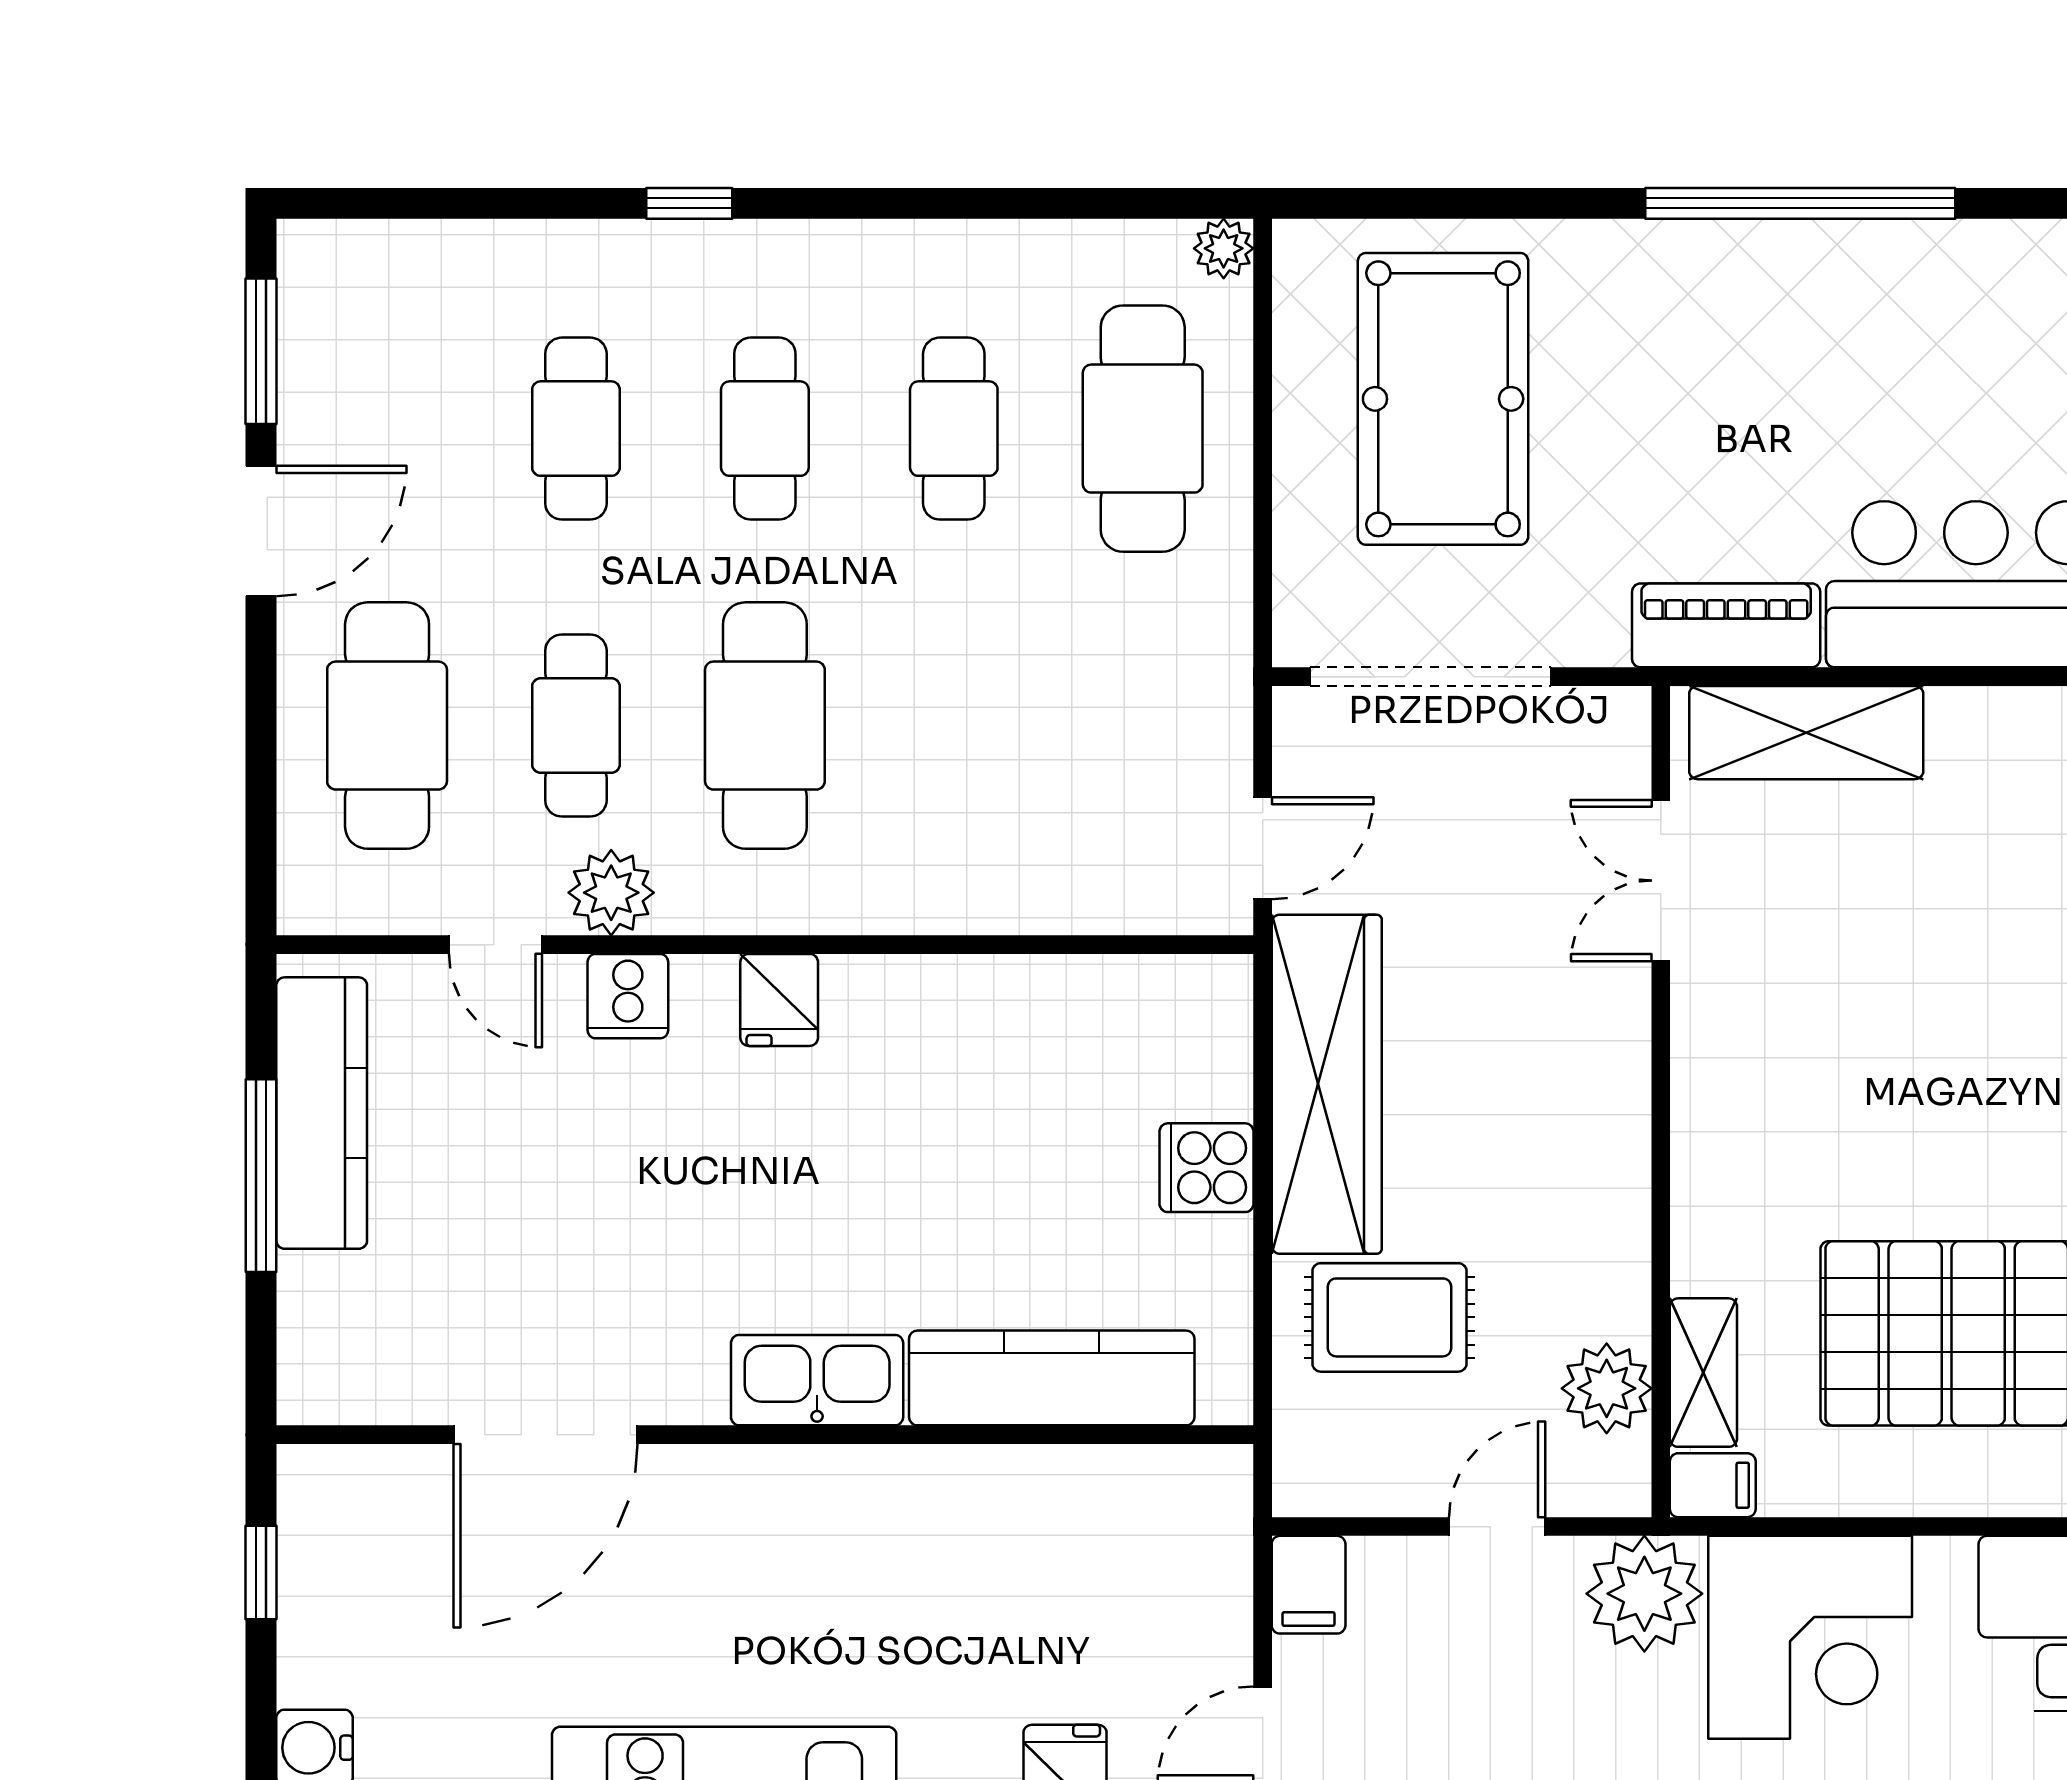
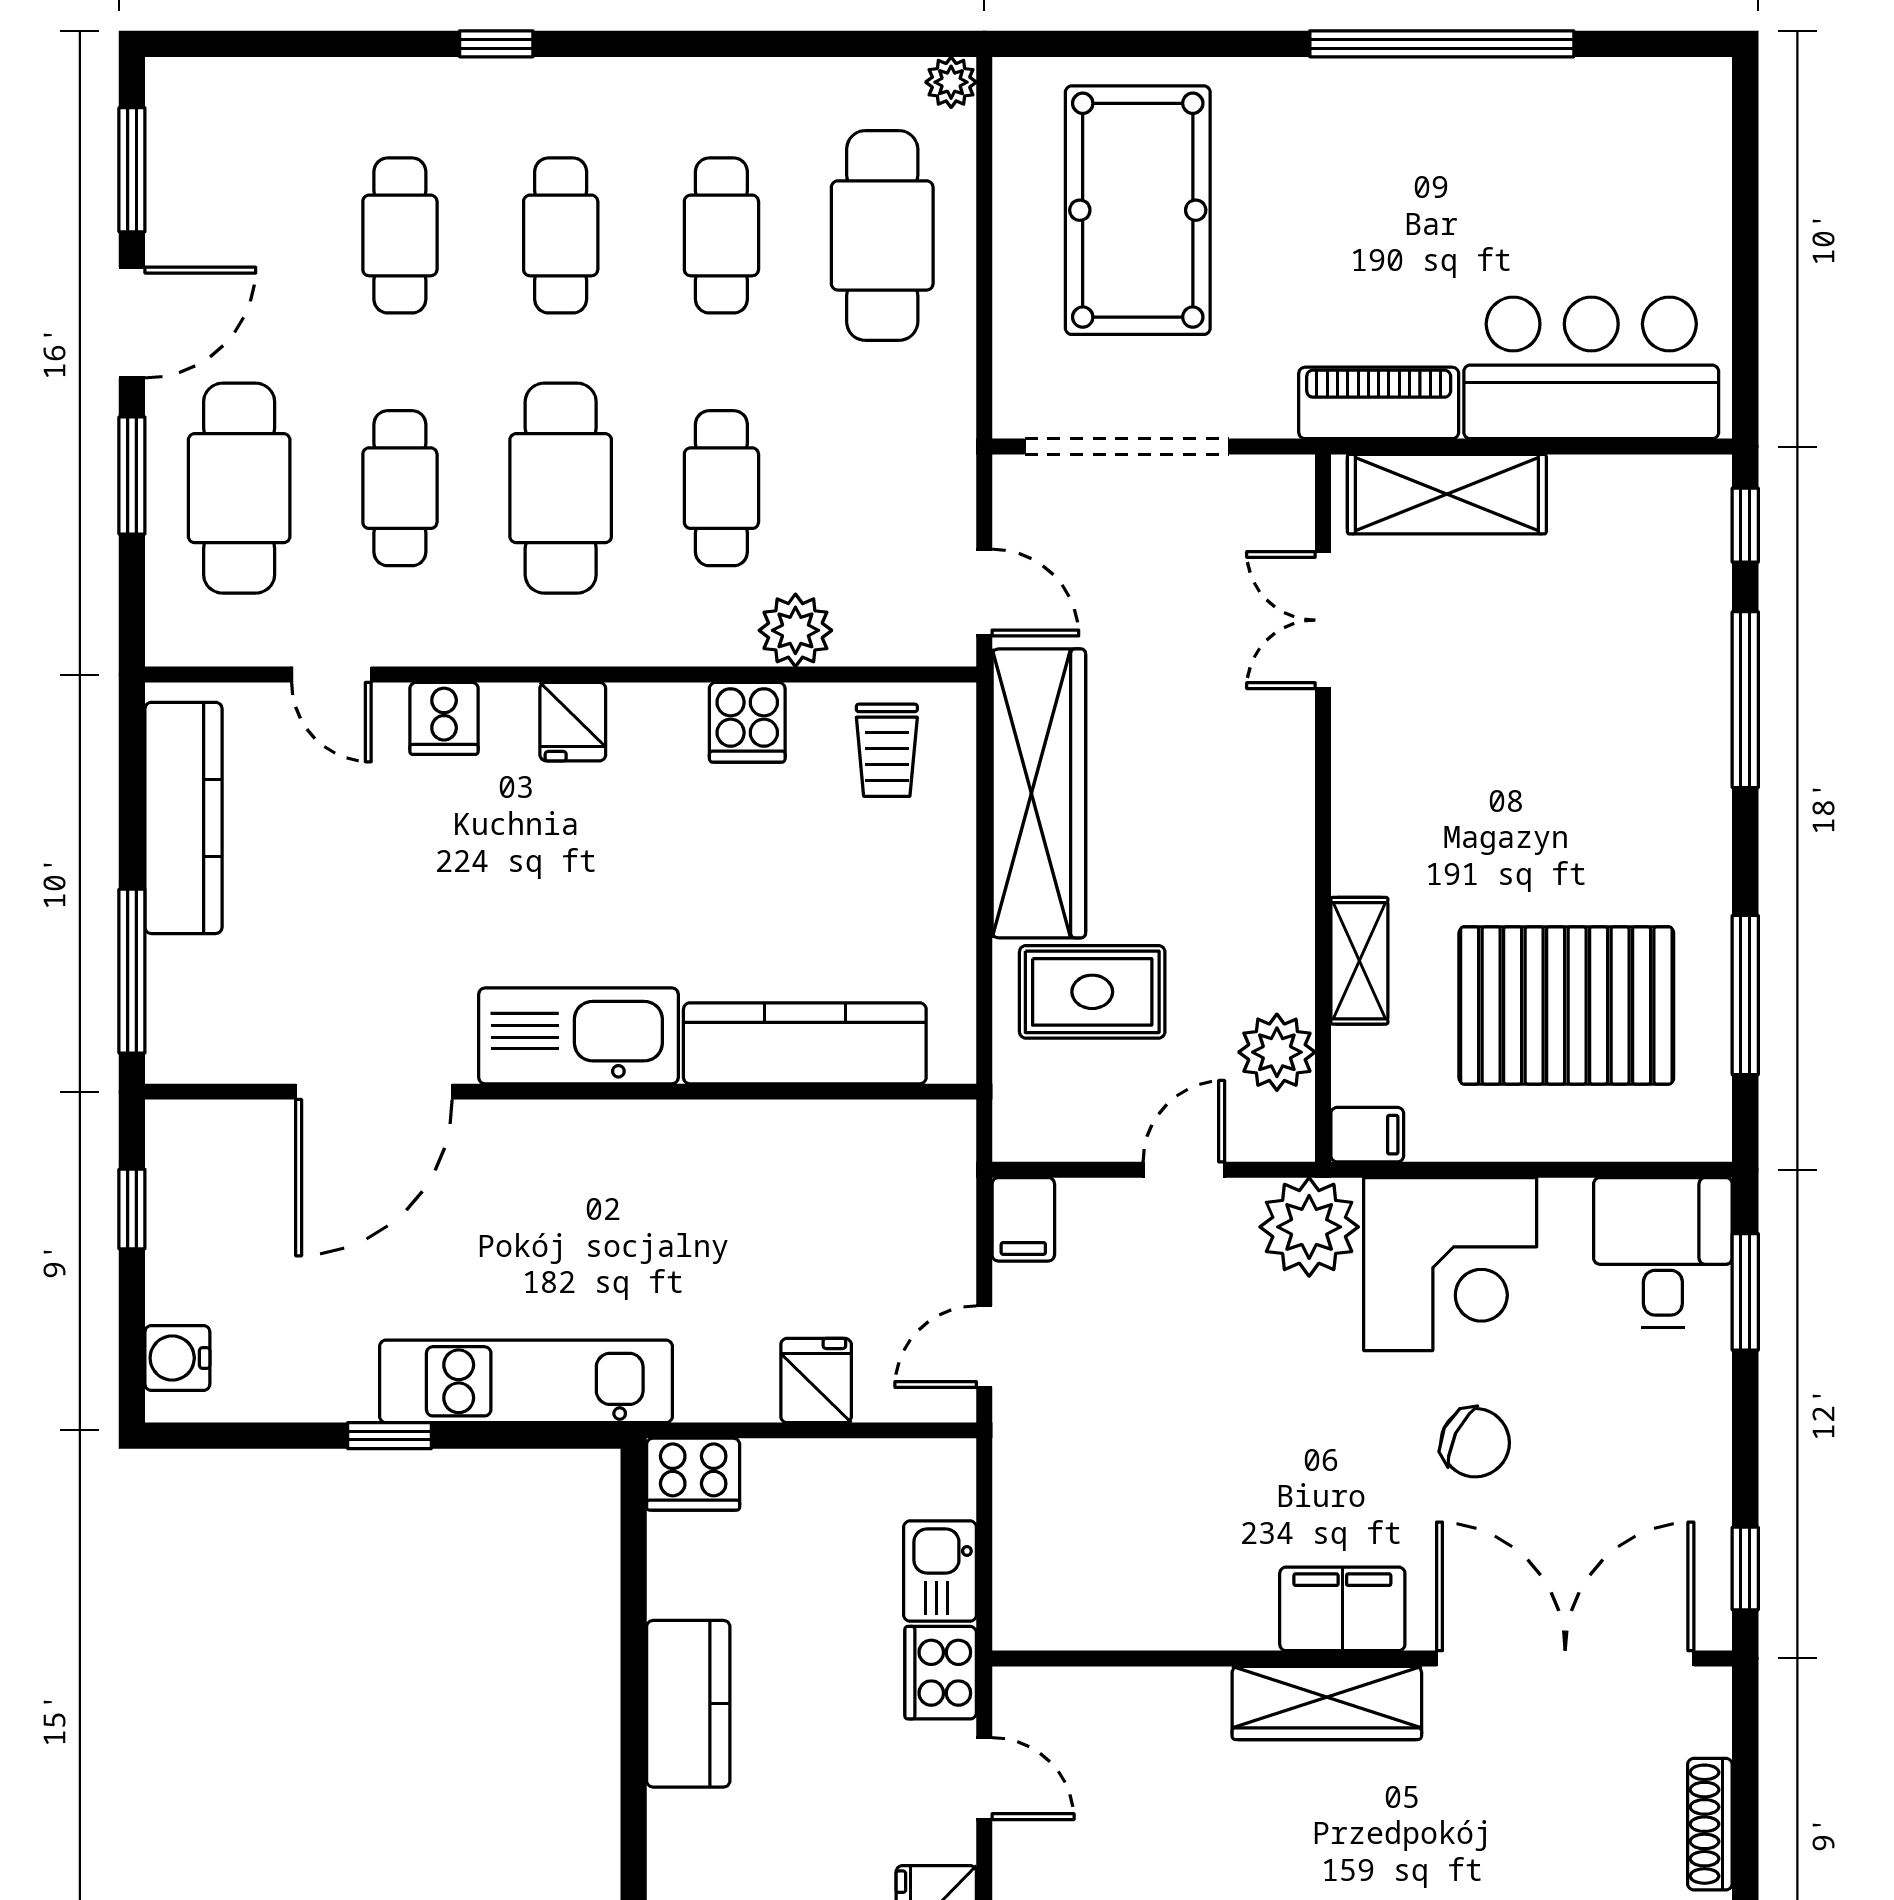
window: (261, 711) -> (132, 475), added
cafe table: (954, 726) -> (721, 488), added
door: (1263, 848) -> (984, 593), hinge flipped
plant: (611, 893) -> (795, 630), moved
trolley: (1148, 1034) -> (887, 750), added
cooker: (1207, 1168) -> (747, 722), moved, turned -90
window: (261, 1176) -> (132, 971), moved
shelving: (1703, 1373) -> (1359, 961), moved
kitchen sink: (817, 1380) -> (578, 1036), width x1.36, depth x1.24

